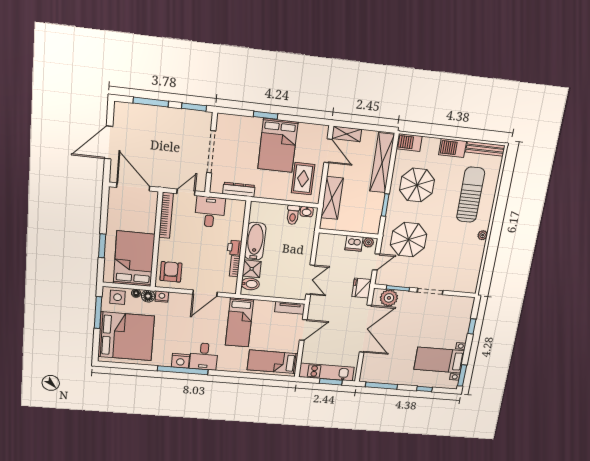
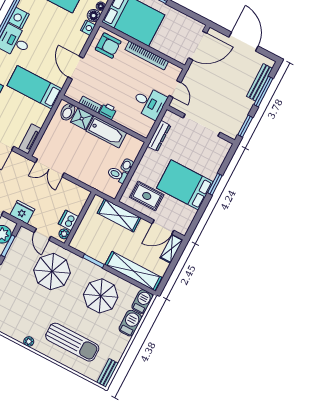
bench: (143, 110) -> (259, 82), added
barbecue: (453, 148) -> (130, 323), moved
bench: (485, 149) -> (108, 373), width x0.73
washbasin: (307, 212) -> (127, 165), moved
bookcase: (166, 215) -> (147, 55), moved

